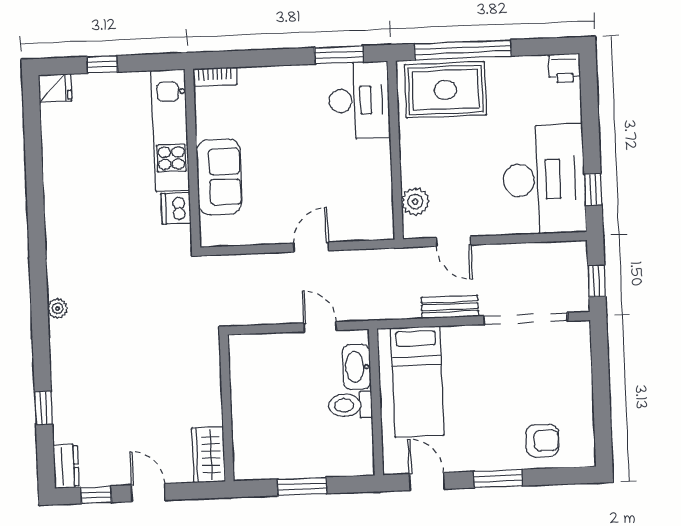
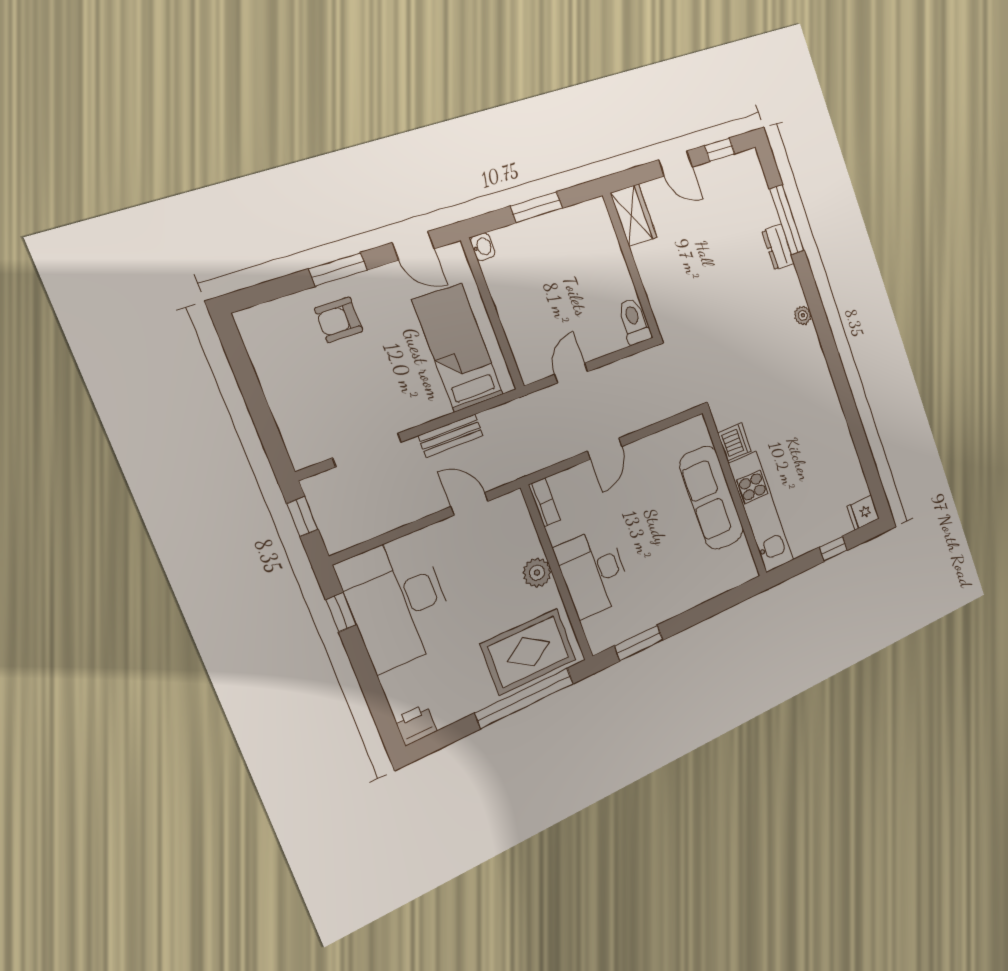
bookcase: (215, 77) -> (544, 502), moved, turned 90
desk: (359, 100) -> (593, 572), moved
sofa: (219, 177) -> (712, 498), width x1.36
plant: (415, 202) -> (537, 573), moved
doorway: (526, 319) -> (367, 450), width x0.73
door: (320, 327) -> (571, 373), swing flipped
washbasin: (357, 367) -> (483, 247), moved, width x0.52, depth x0.69
toilet: (350, 405) -> (634, 321), moved, turned -90
window: (44, 408) -> (787, 220), width x2.17
armchair: (542, 441) -> (339, 320), moved
dresser: (66, 466) -> (778, 247), moved

